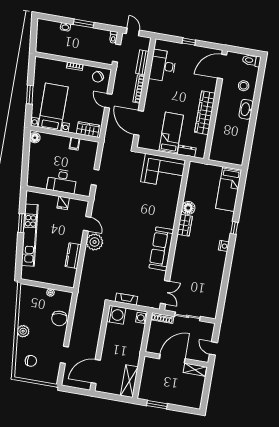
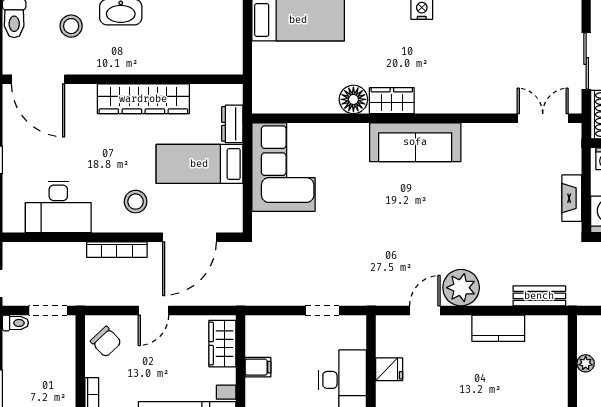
bench: (142, 62) -> (539, 296), moved
stool: (159, 101) -> (136, 202), added
sofa: (161, 249) -> (415, 142), moved

